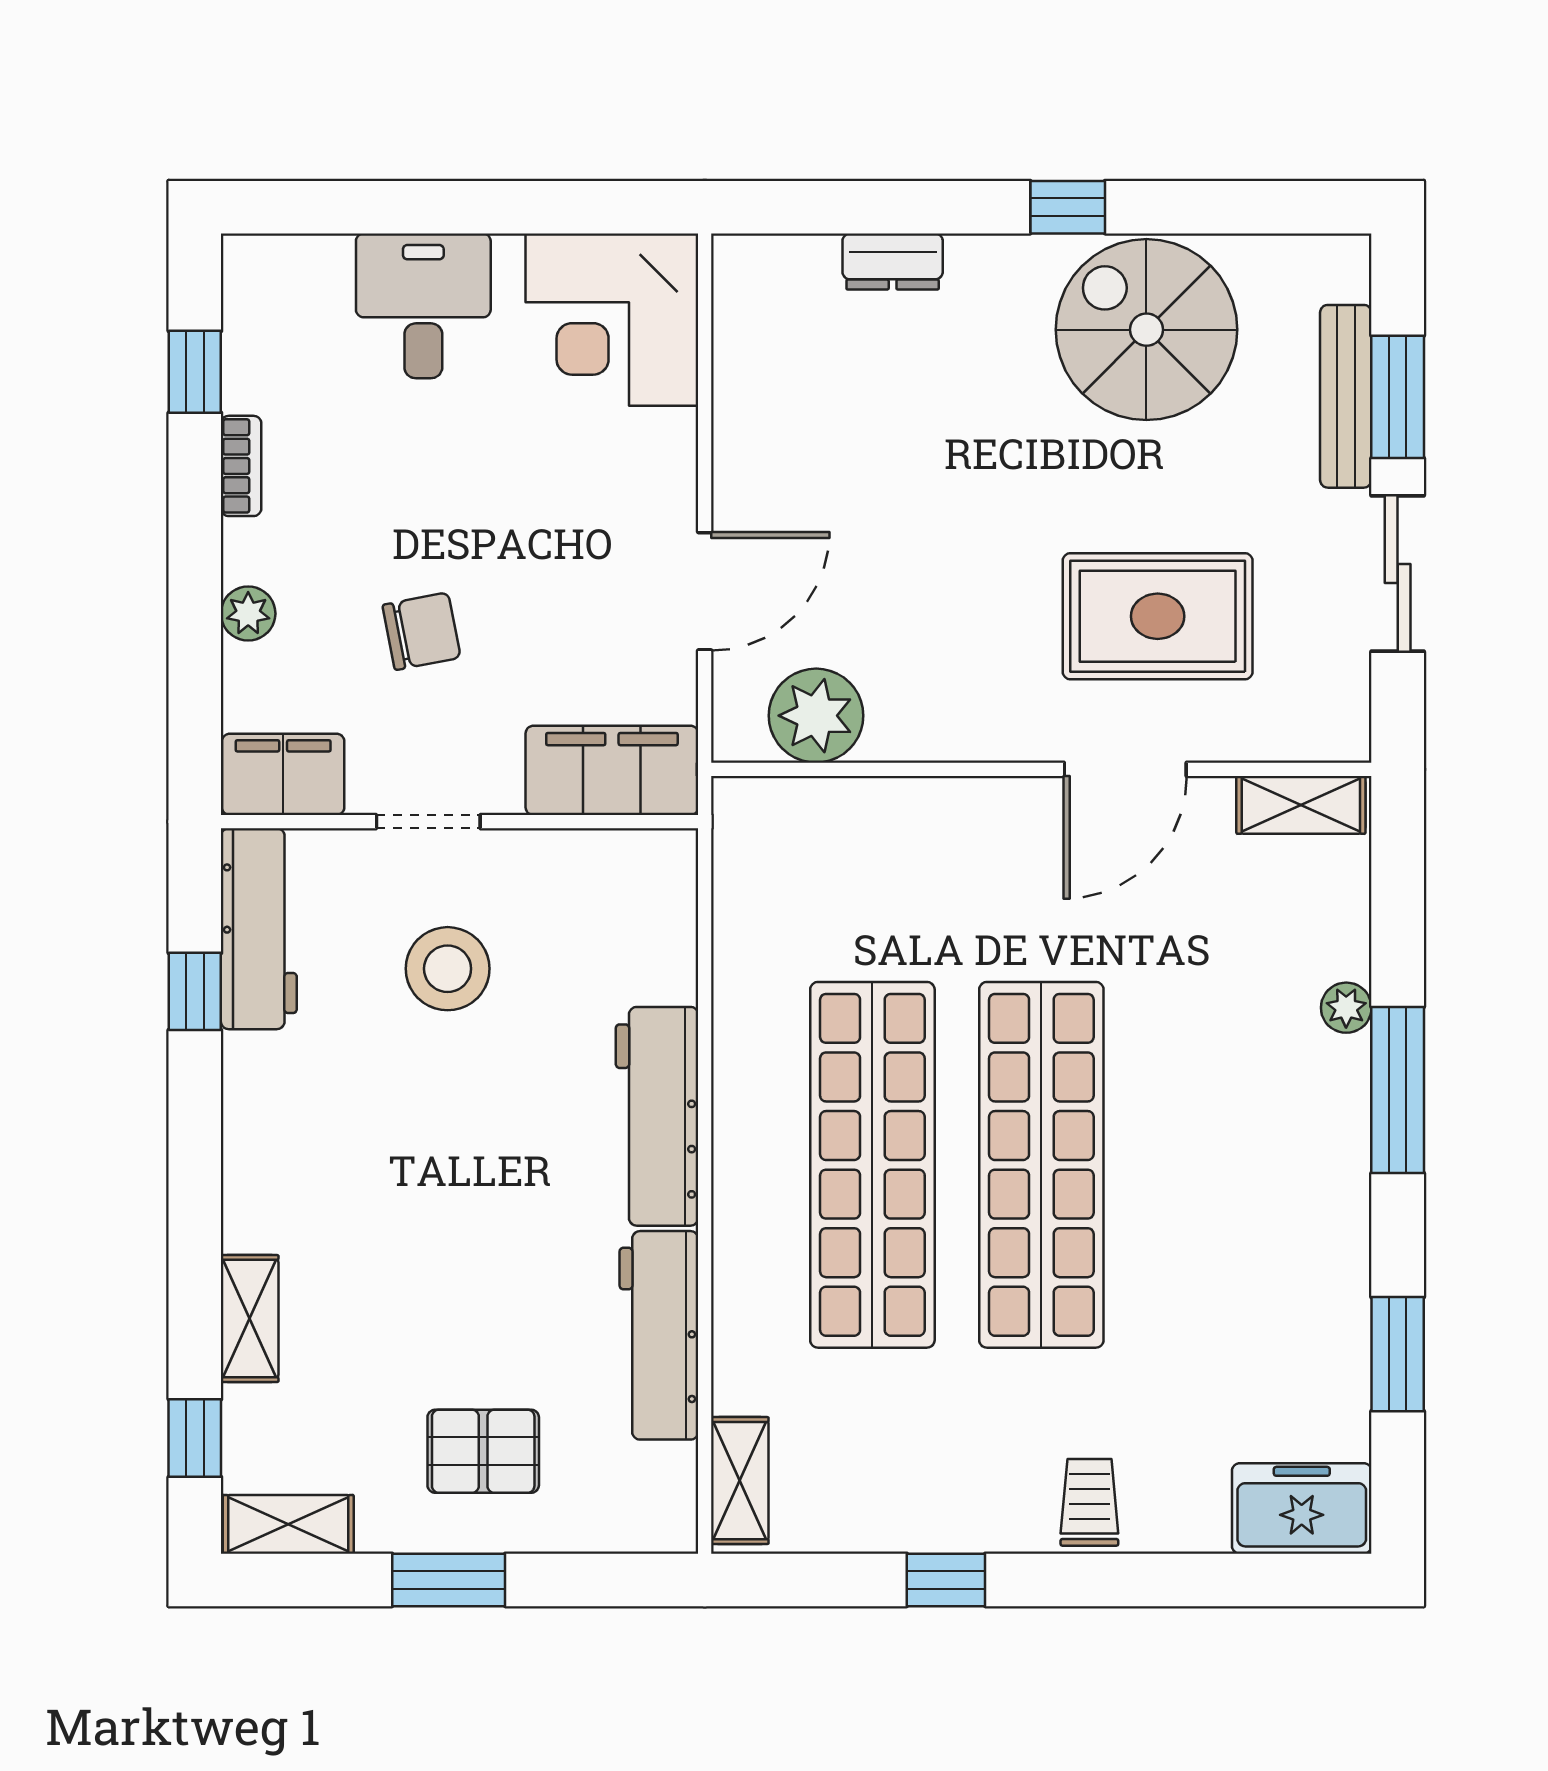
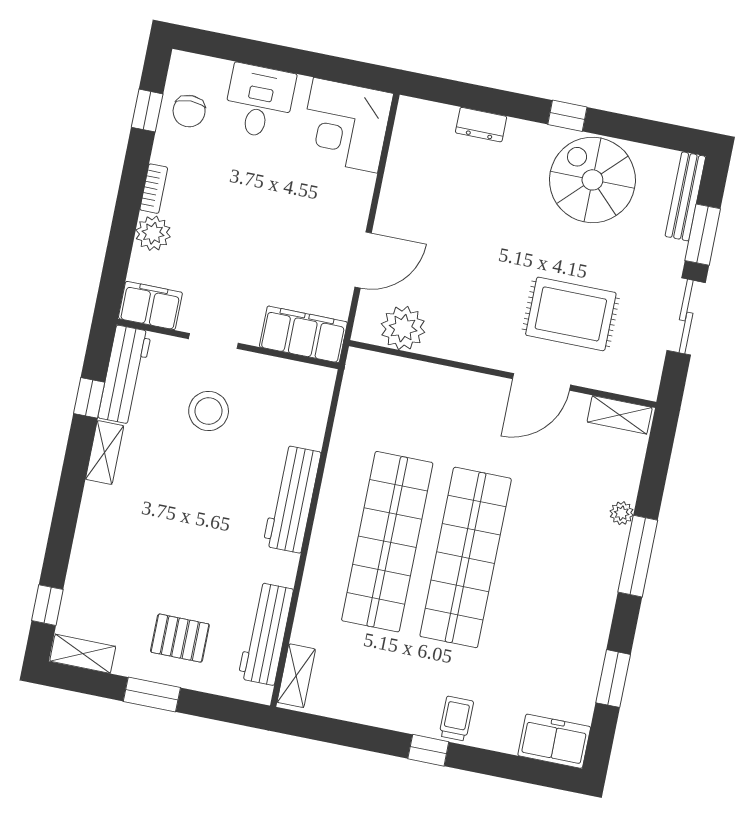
bench: (1346, 396) -> (685, 196), moved
bookcase: (241, 466) -> (154, 189), moved
plant: (248, 614) -> (153, 233), width x1.38, depth x1.38
chair: (421, 631) -> (189, 111), moved, turned 101
shelving: (250, 1319) -> (105, 453), moved
workbench: (659, 1335) -> (266, 634), moved
window: (946, 1580) -> (428, 750), moved

